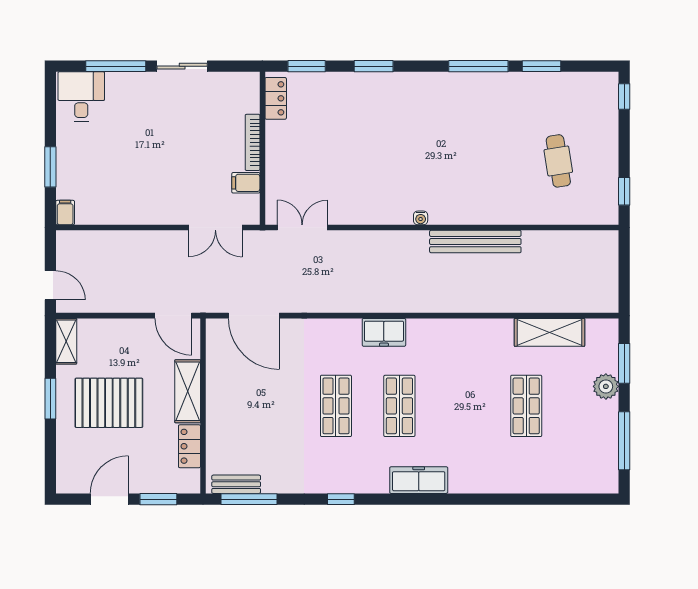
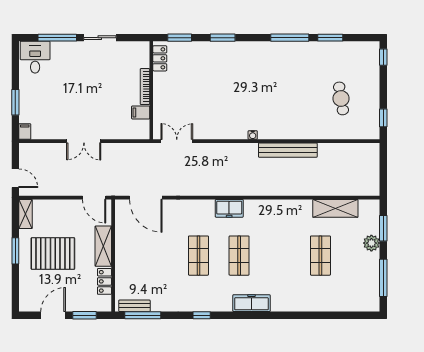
double door: (215, 228) -> (84, 141), moved

